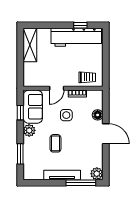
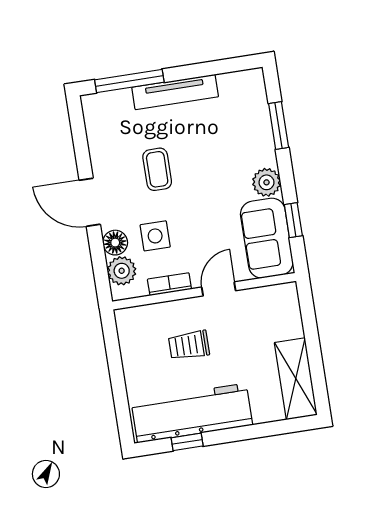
trolley: (87, 77) -> (189, 345), moved
side table: (66, 115) -> (155, 236), moved
coffee table: (55, 143) -> (157, 169), moved
plant: (97, 174) -> (122, 271), moved

